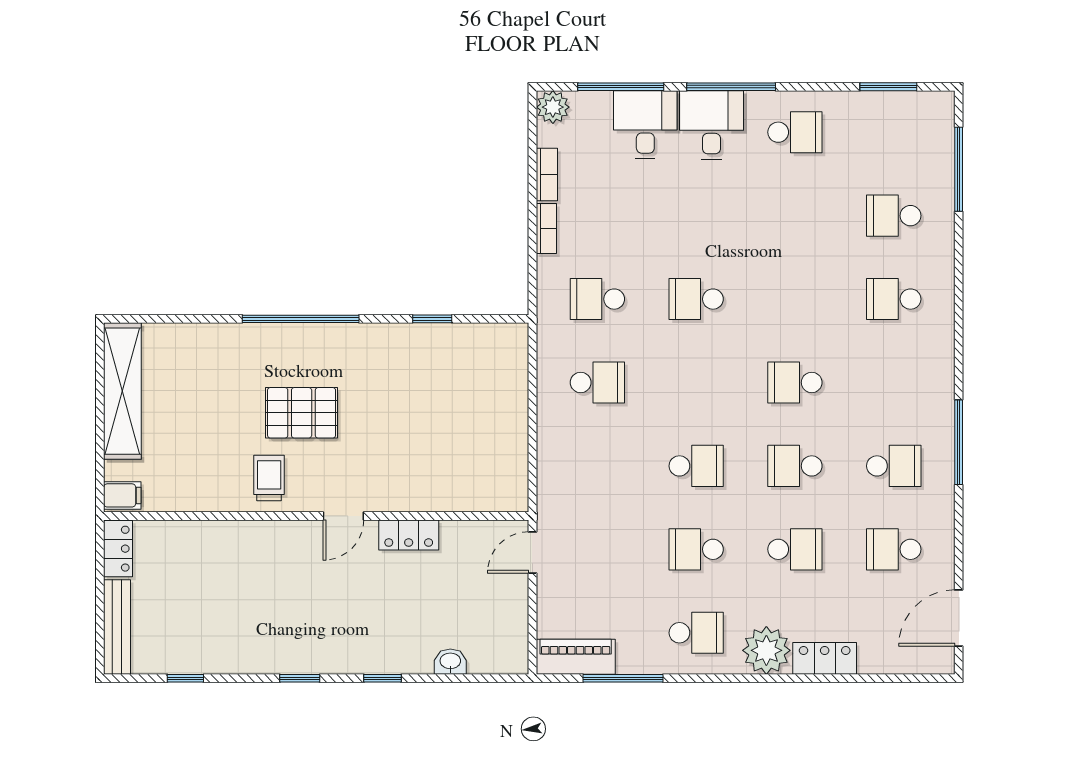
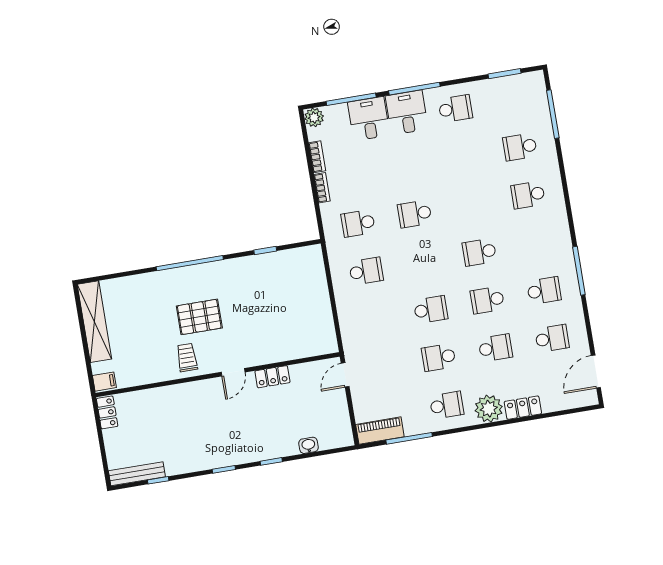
school desk: (894, 549) -> (552, 338), turned 180
bench: (117, 627) -> (137, 474), moved, turned 90

